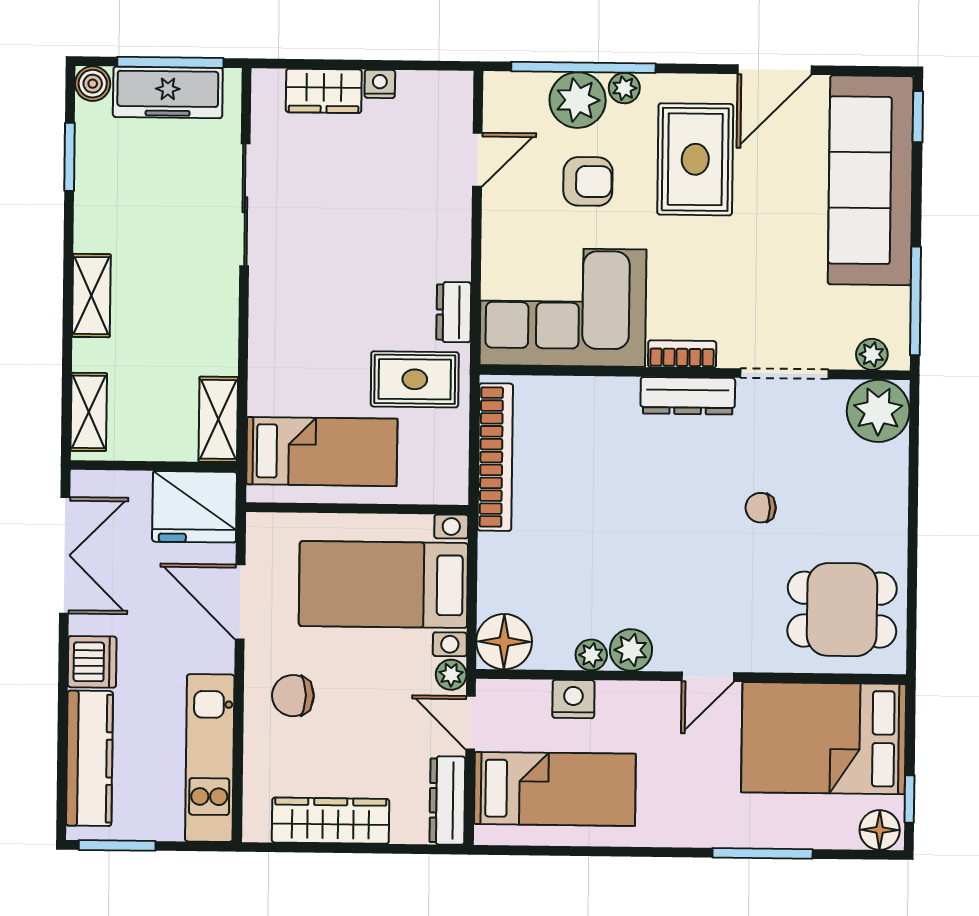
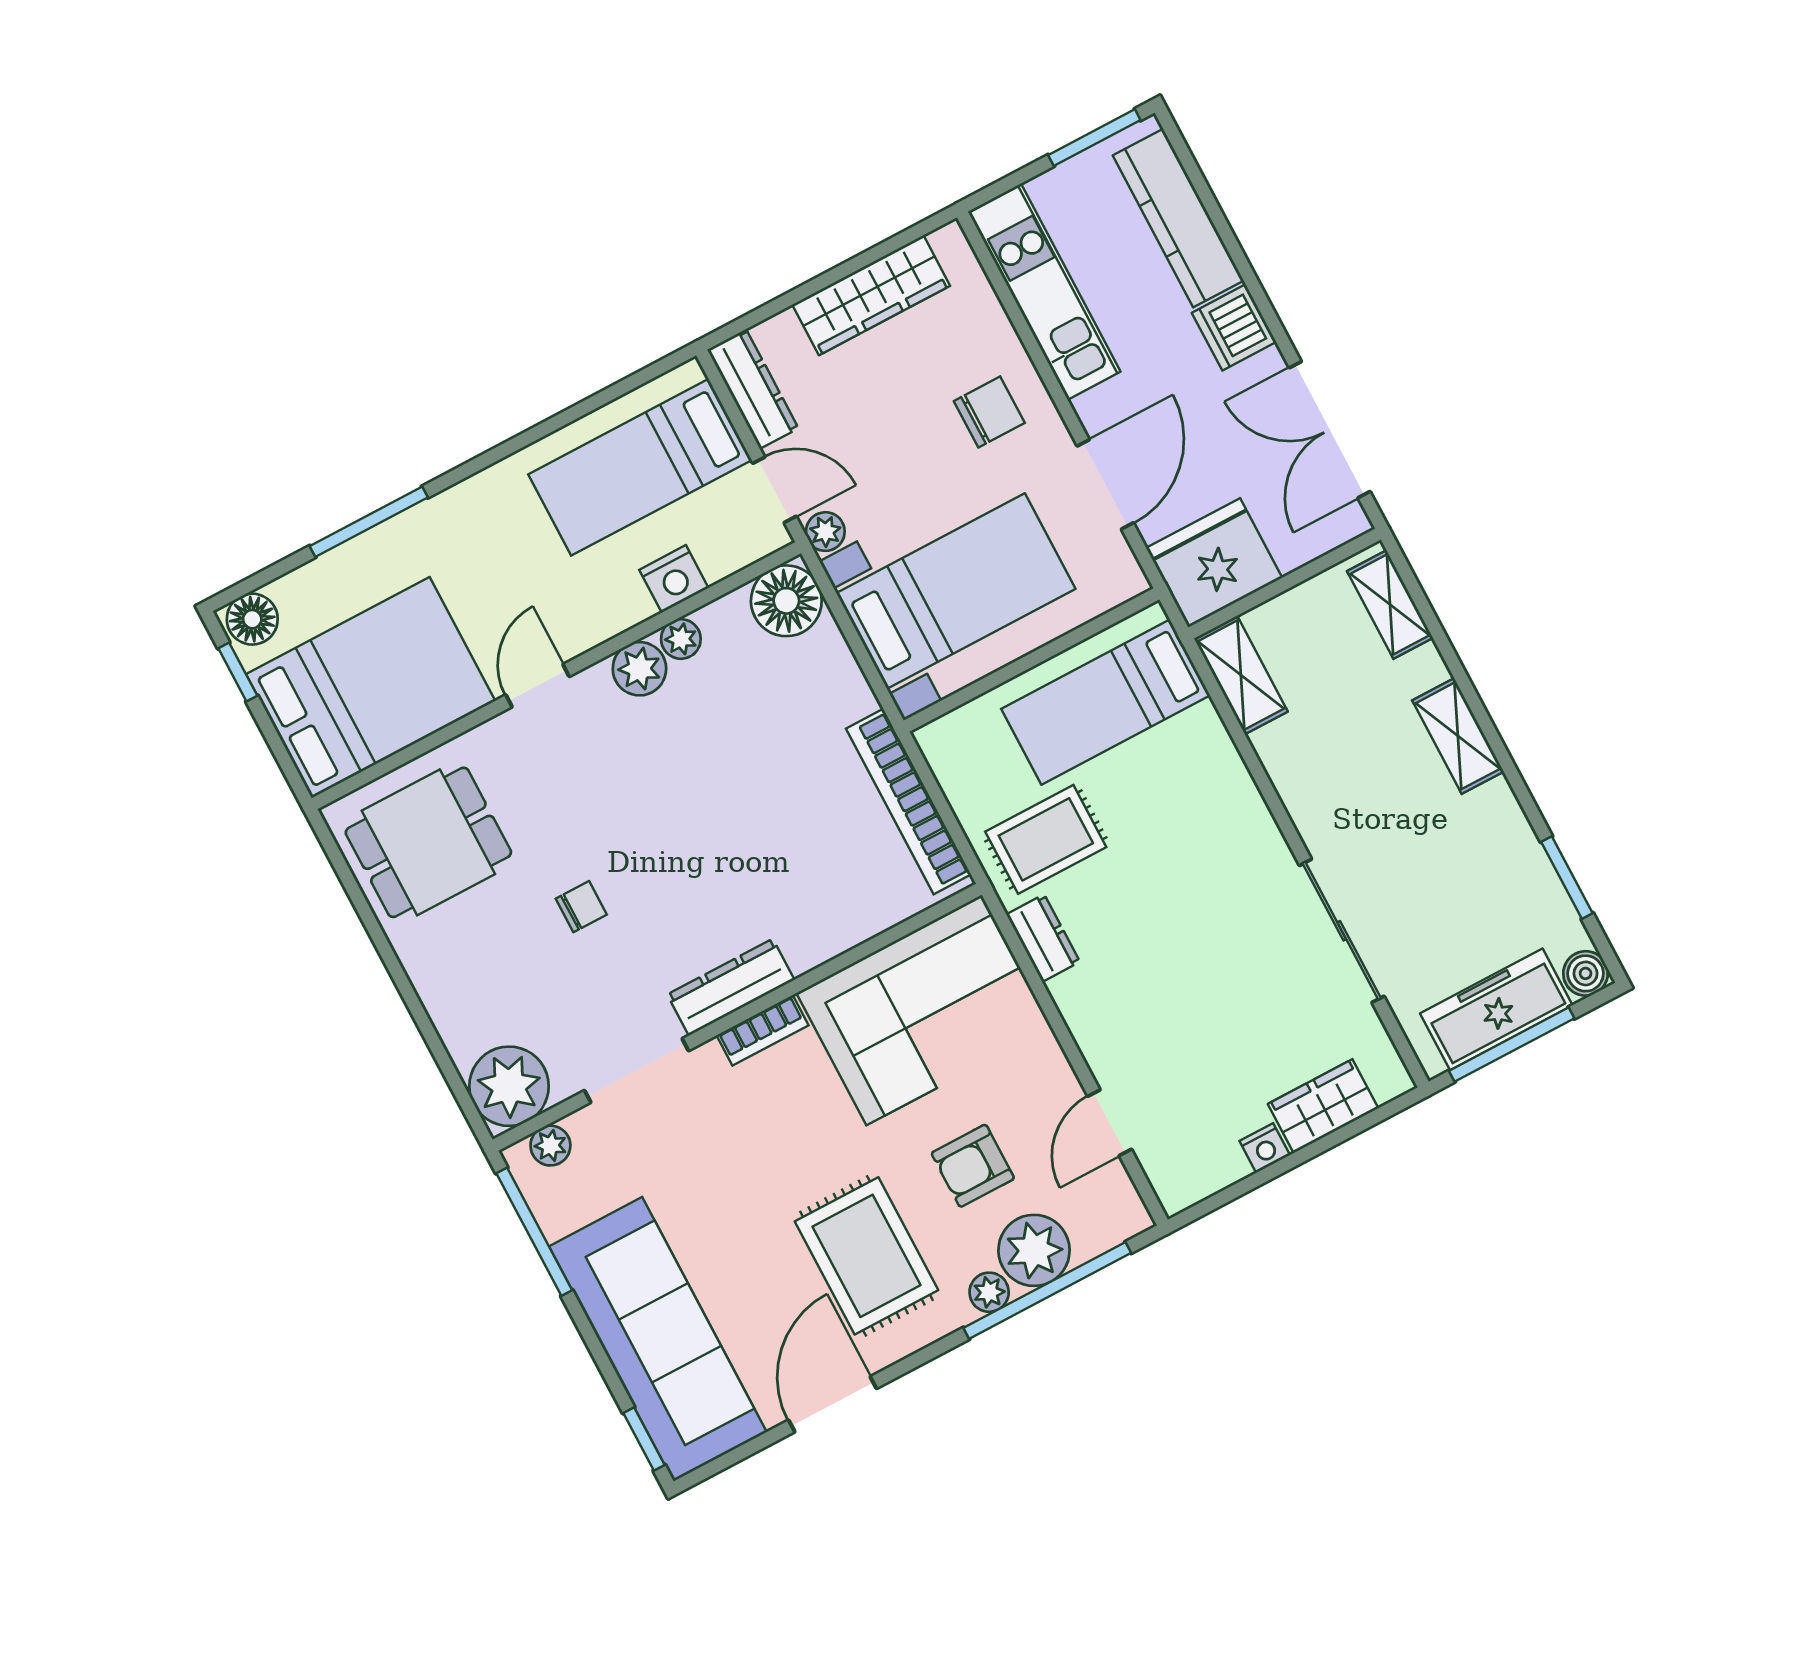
door: (240, 602) -> (1105, 484), hinge flipped

